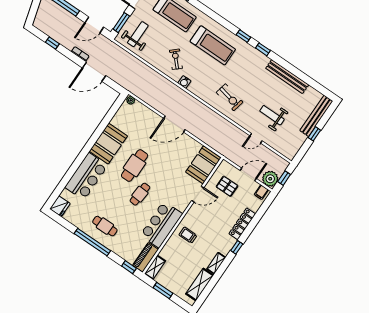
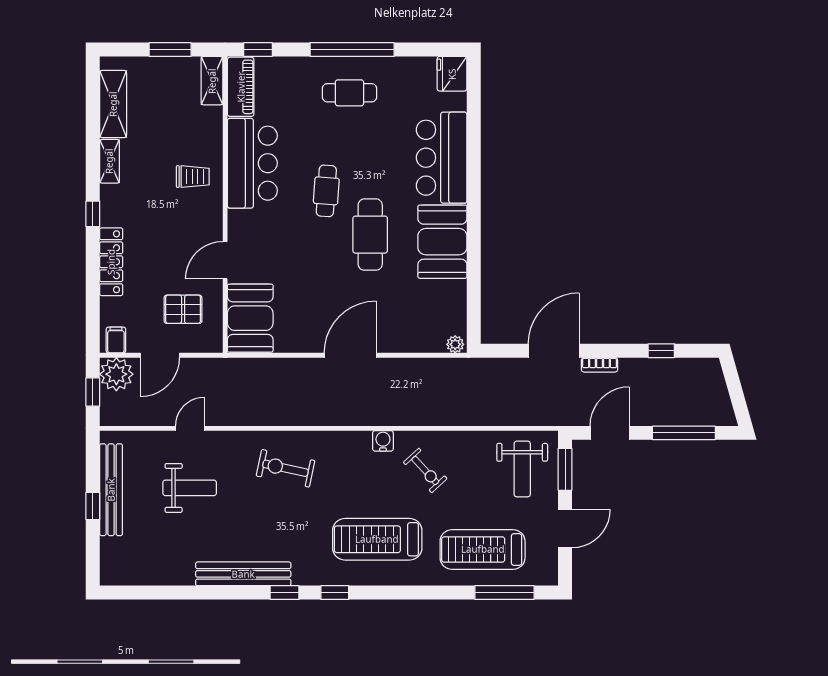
bench: (287, 77) -> (243, 574), moved
bench: (316, 116) -> (111, 490), moved

